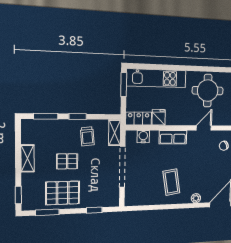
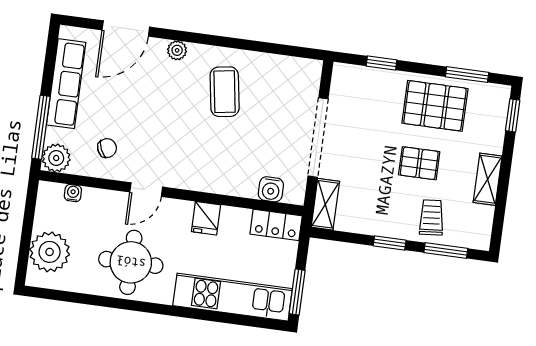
fridge: (159, 117) -> (206, 218), moved
trolley: (87, 136) -> (432, 217), moved
row of seats: (173, 137) -> (212, 180), removed

